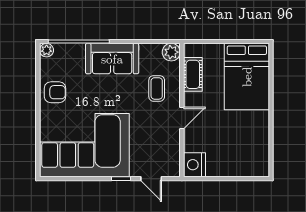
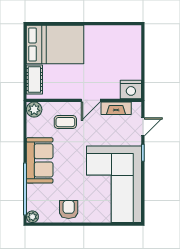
cot: (193, 74) -> (34, 80), moved, turned 90
door: (182, 118) -> (91, 100), swing flipped
fireplace: (173, 147) -> (116, 108), added

